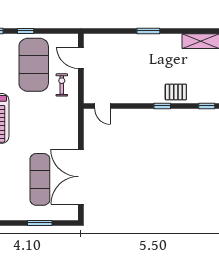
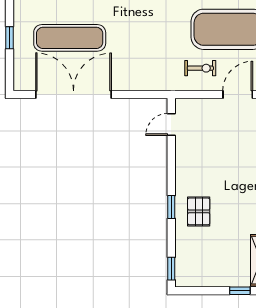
pallet: (176, 92) -> (199, 211), moved
window: (40, 223) -> (9, 38), width x0.67

